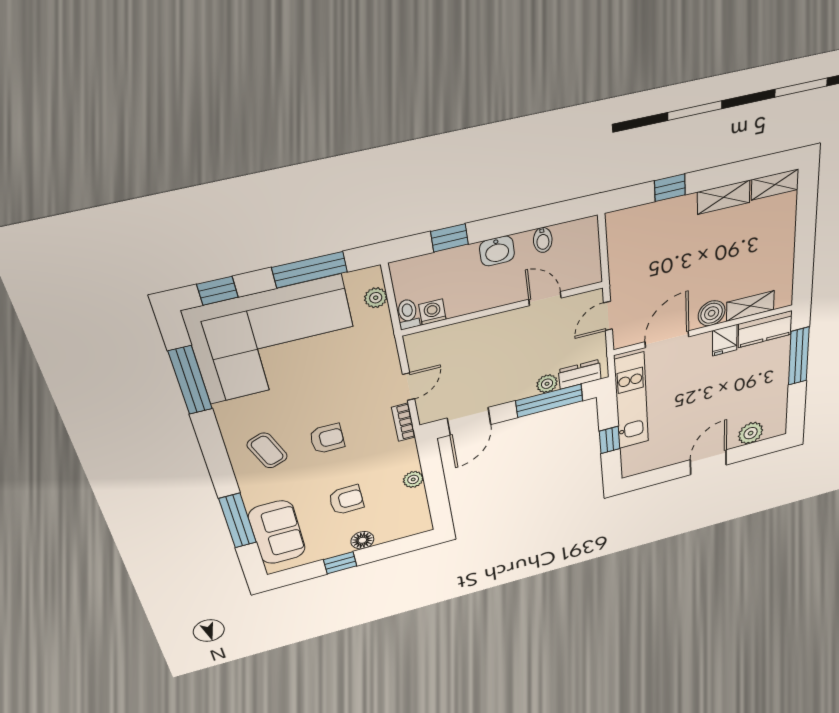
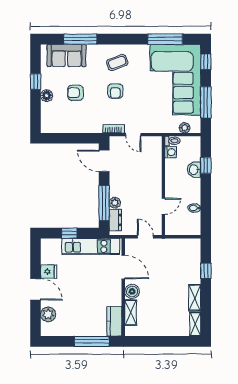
washbasin: (497, 251) -> (194, 170), moved
fridge: (725, 340) -> (49, 272), moved, turned 180
plant: (413, 479) -> (77, 128), removed
armchair: (346, 500) -> (75, 93), turned 91

